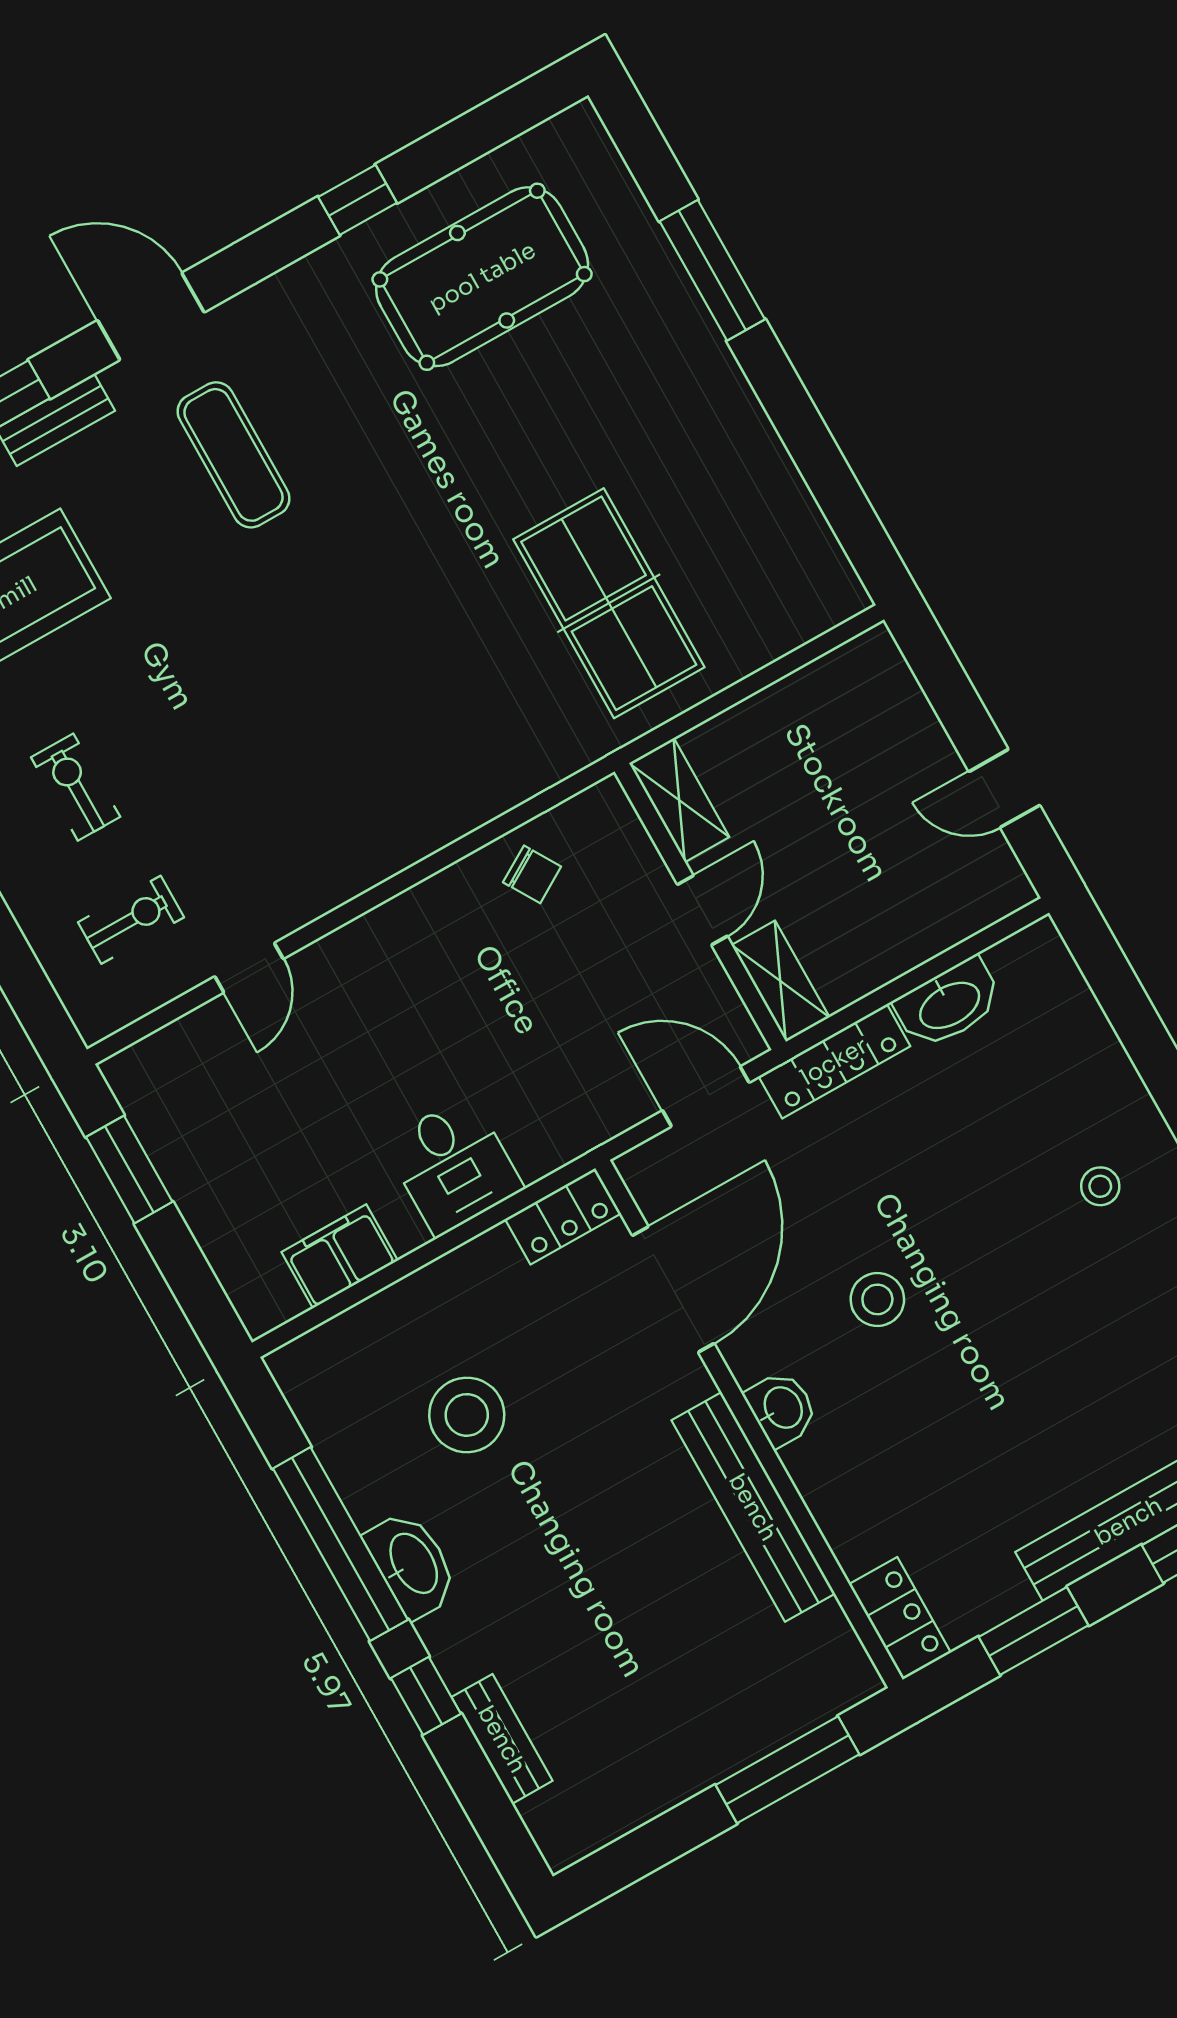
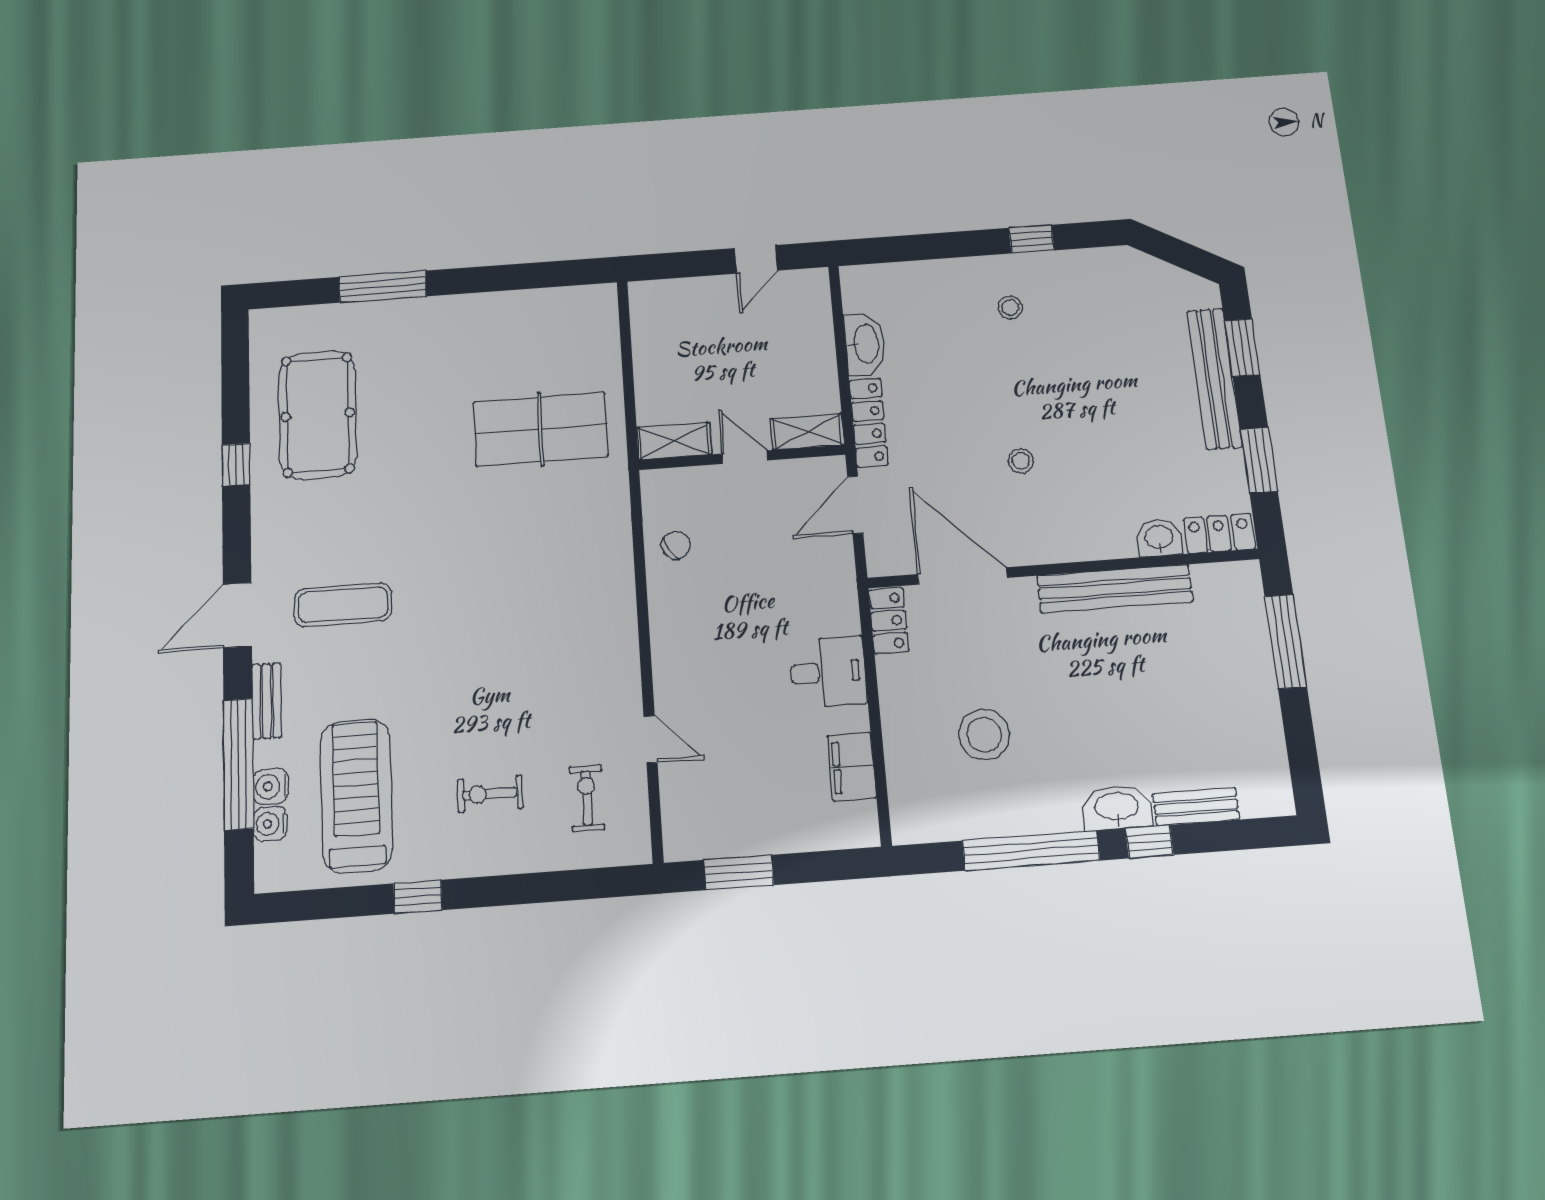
stool: (877, 1299) -> (1021, 461), width x0.73, depth x0.73
washbasin: (782, 1408) -> (1159, 538), moved
washbasin: (412, 1564) -> (1117, 807), moved

